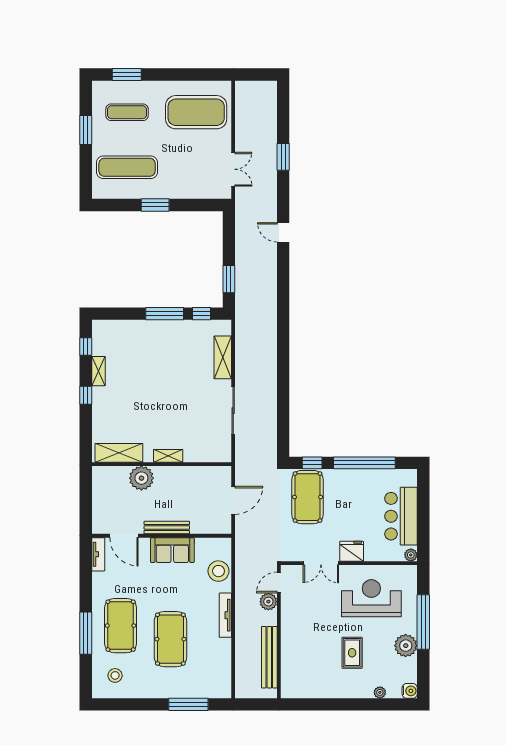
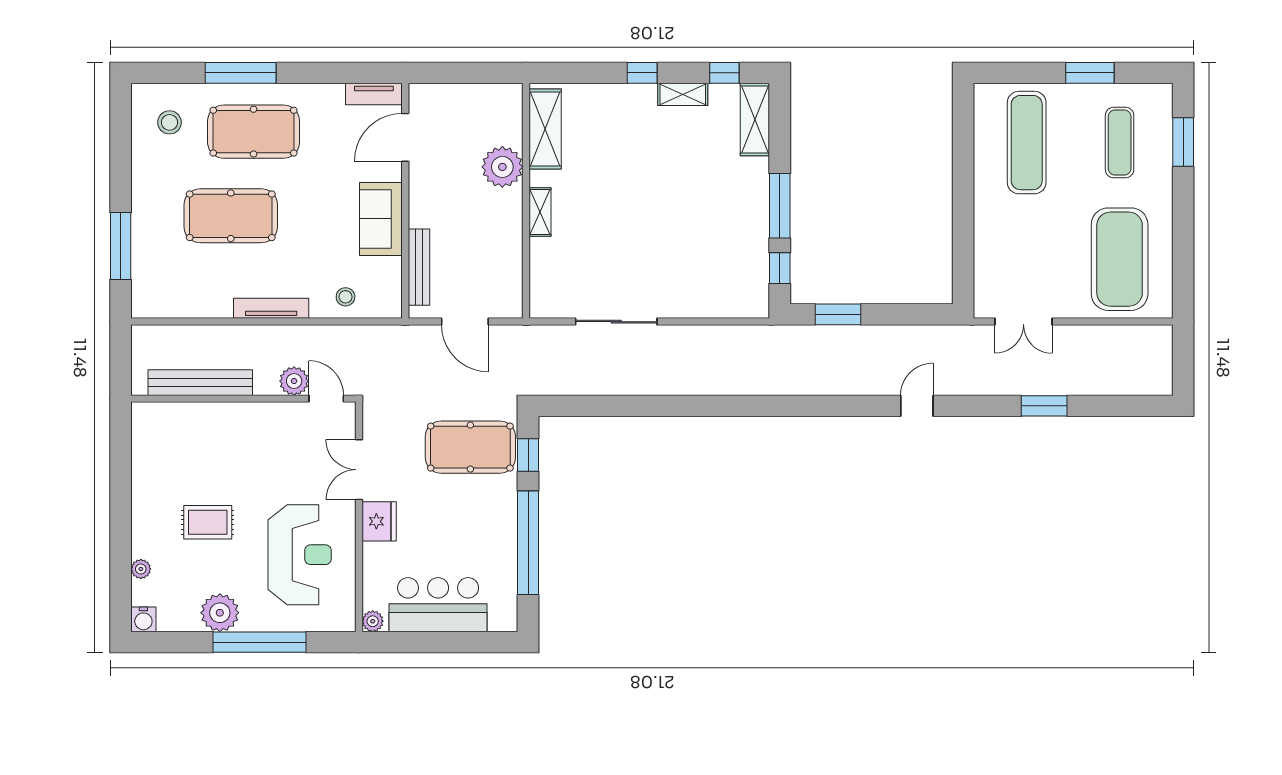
window: (155, 205) -> (963, 190), removed
shelving: (223, 357) -> (755, 120), moved, turned 90
bench: (167, 528) -> (419, 267), moved
stool: (218, 571) -> (346, 297), width x0.53, depth x0.53

